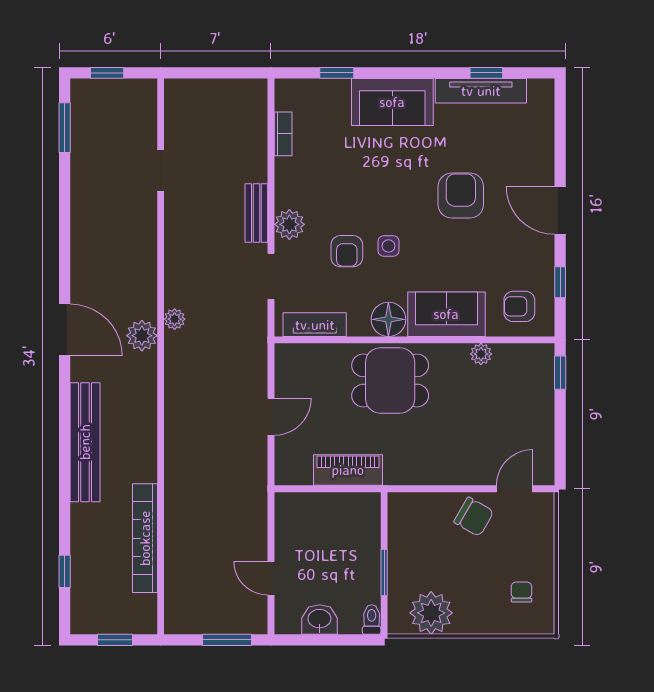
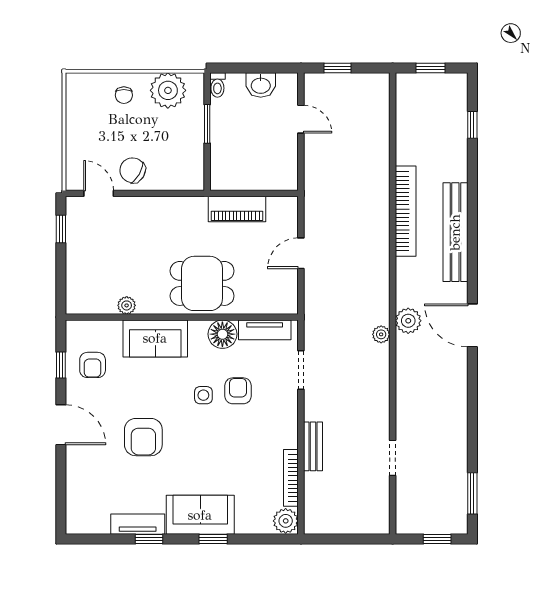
window: (337, 73) -> (213, 539), moved
window: (486, 73) -> (149, 539), moved
tv unit: (481, 91) -> (138, 524), width x0.71
bookcase: (283, 134) -> (291, 478), width x1.56
bench: (256, 213) -> (313, 446), moved
plant: (289, 224) -> (286, 521), moved
armchair: (519, 306) -> (93, 365), moved, turned 90
floor lamp: (388, 319) -> (222, 334), moved
window: (560, 373) -> (61, 229), moved
door: (515, 489) -> (99, 193), swing flipped
bookcase: (145, 538) -> (406, 211), moved
chair: (522, 592) -> (124, 95), moved
window: (227, 640) -> (338, 68), width x0.67

